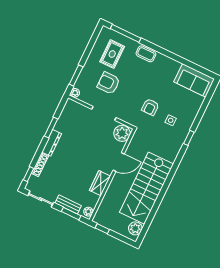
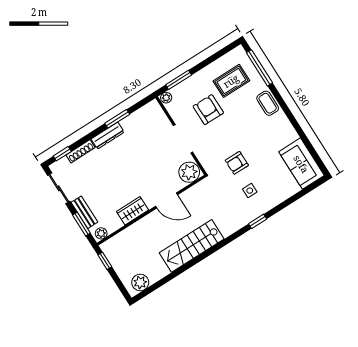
stairs: (147, 188) -> (192, 246), width x0.73, depth x0.66

